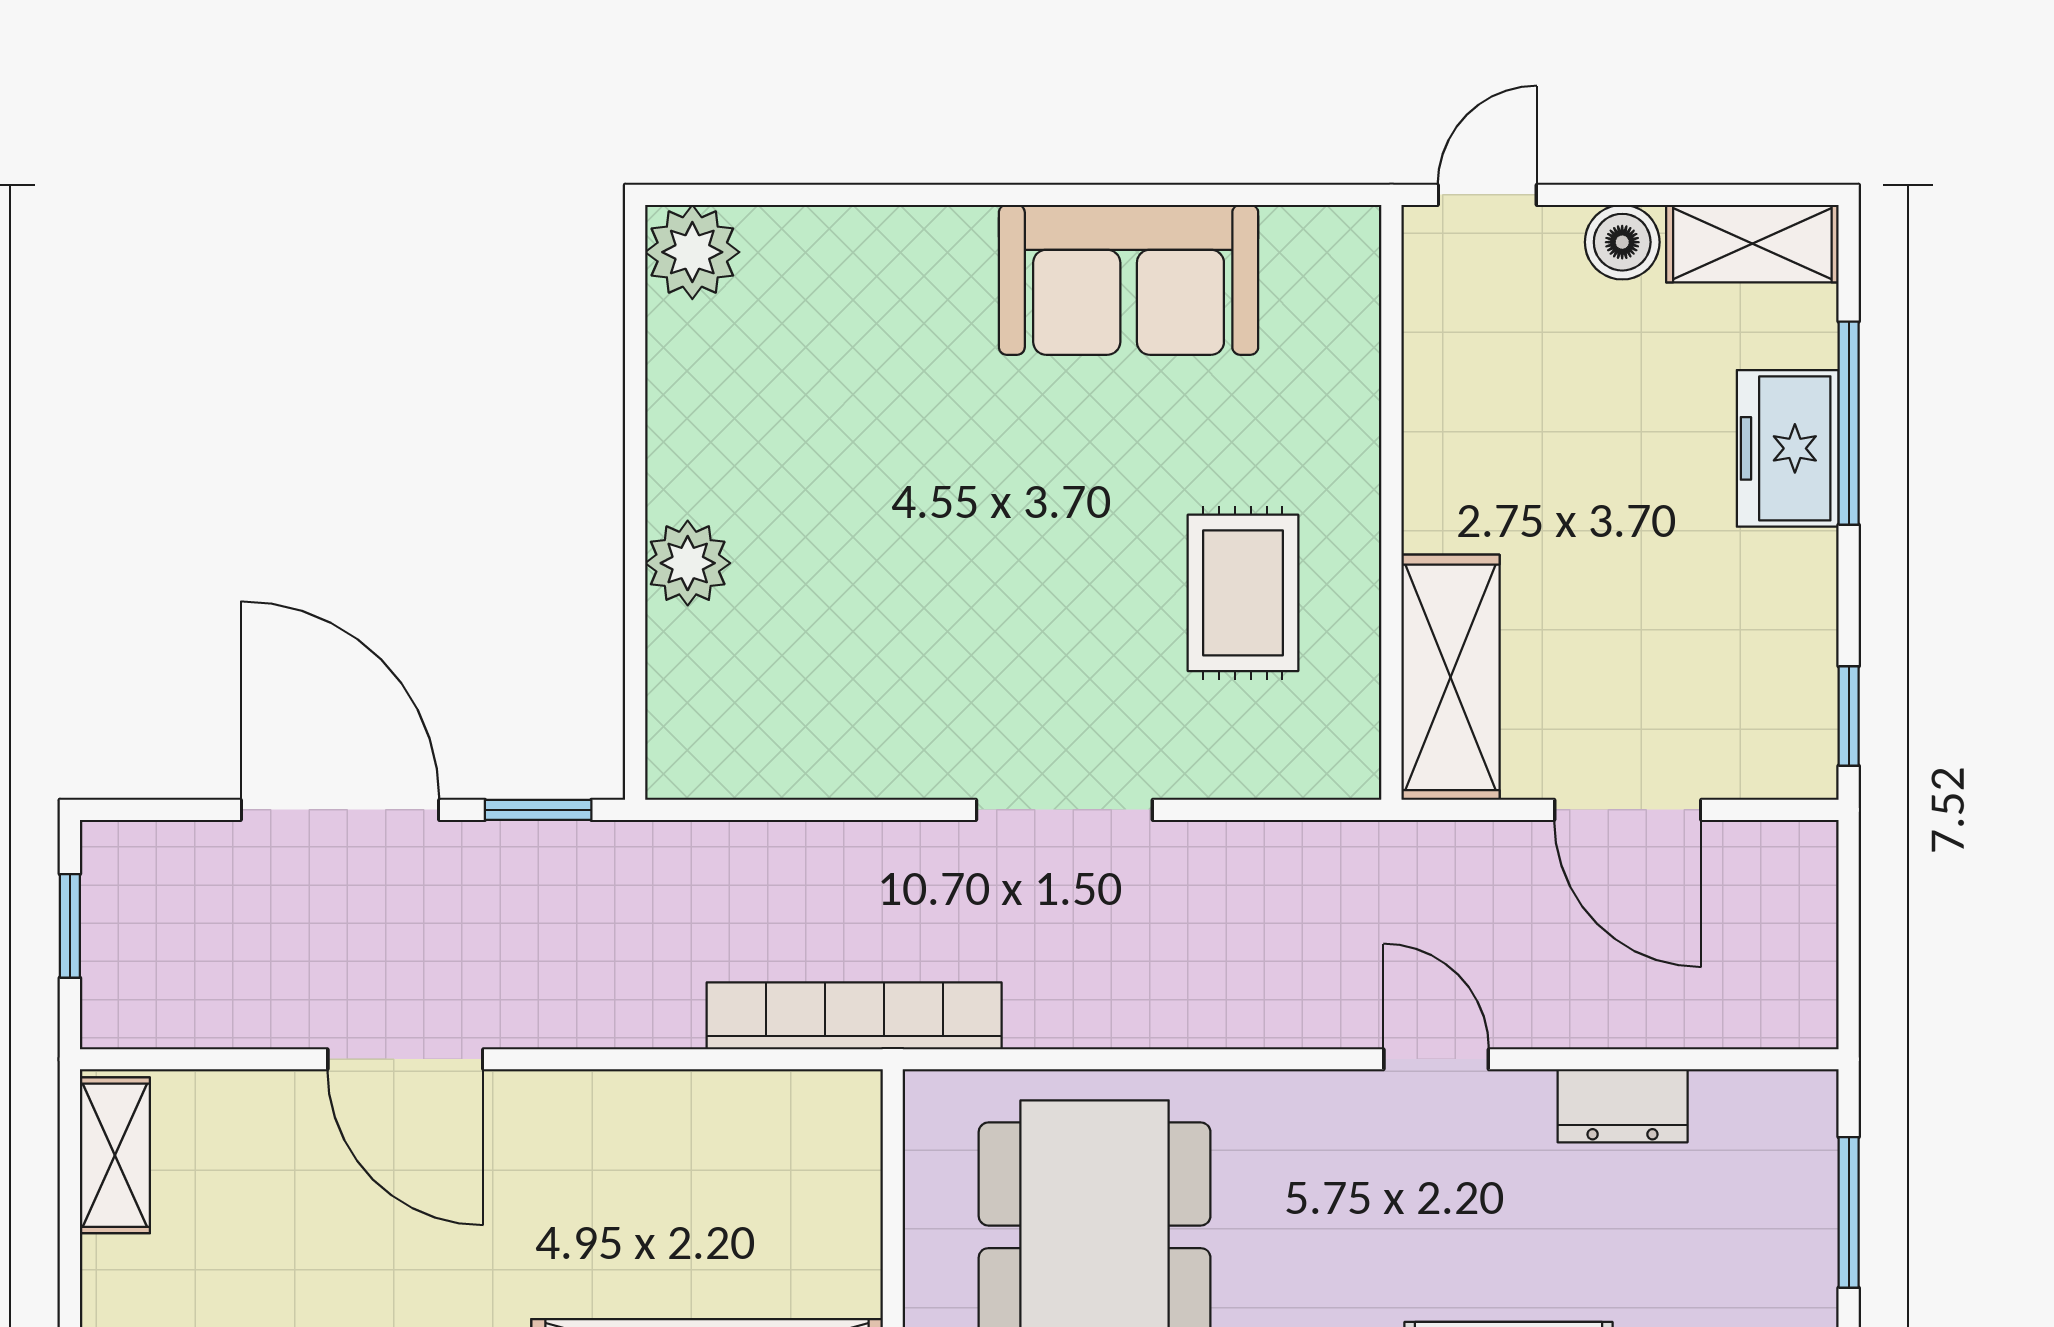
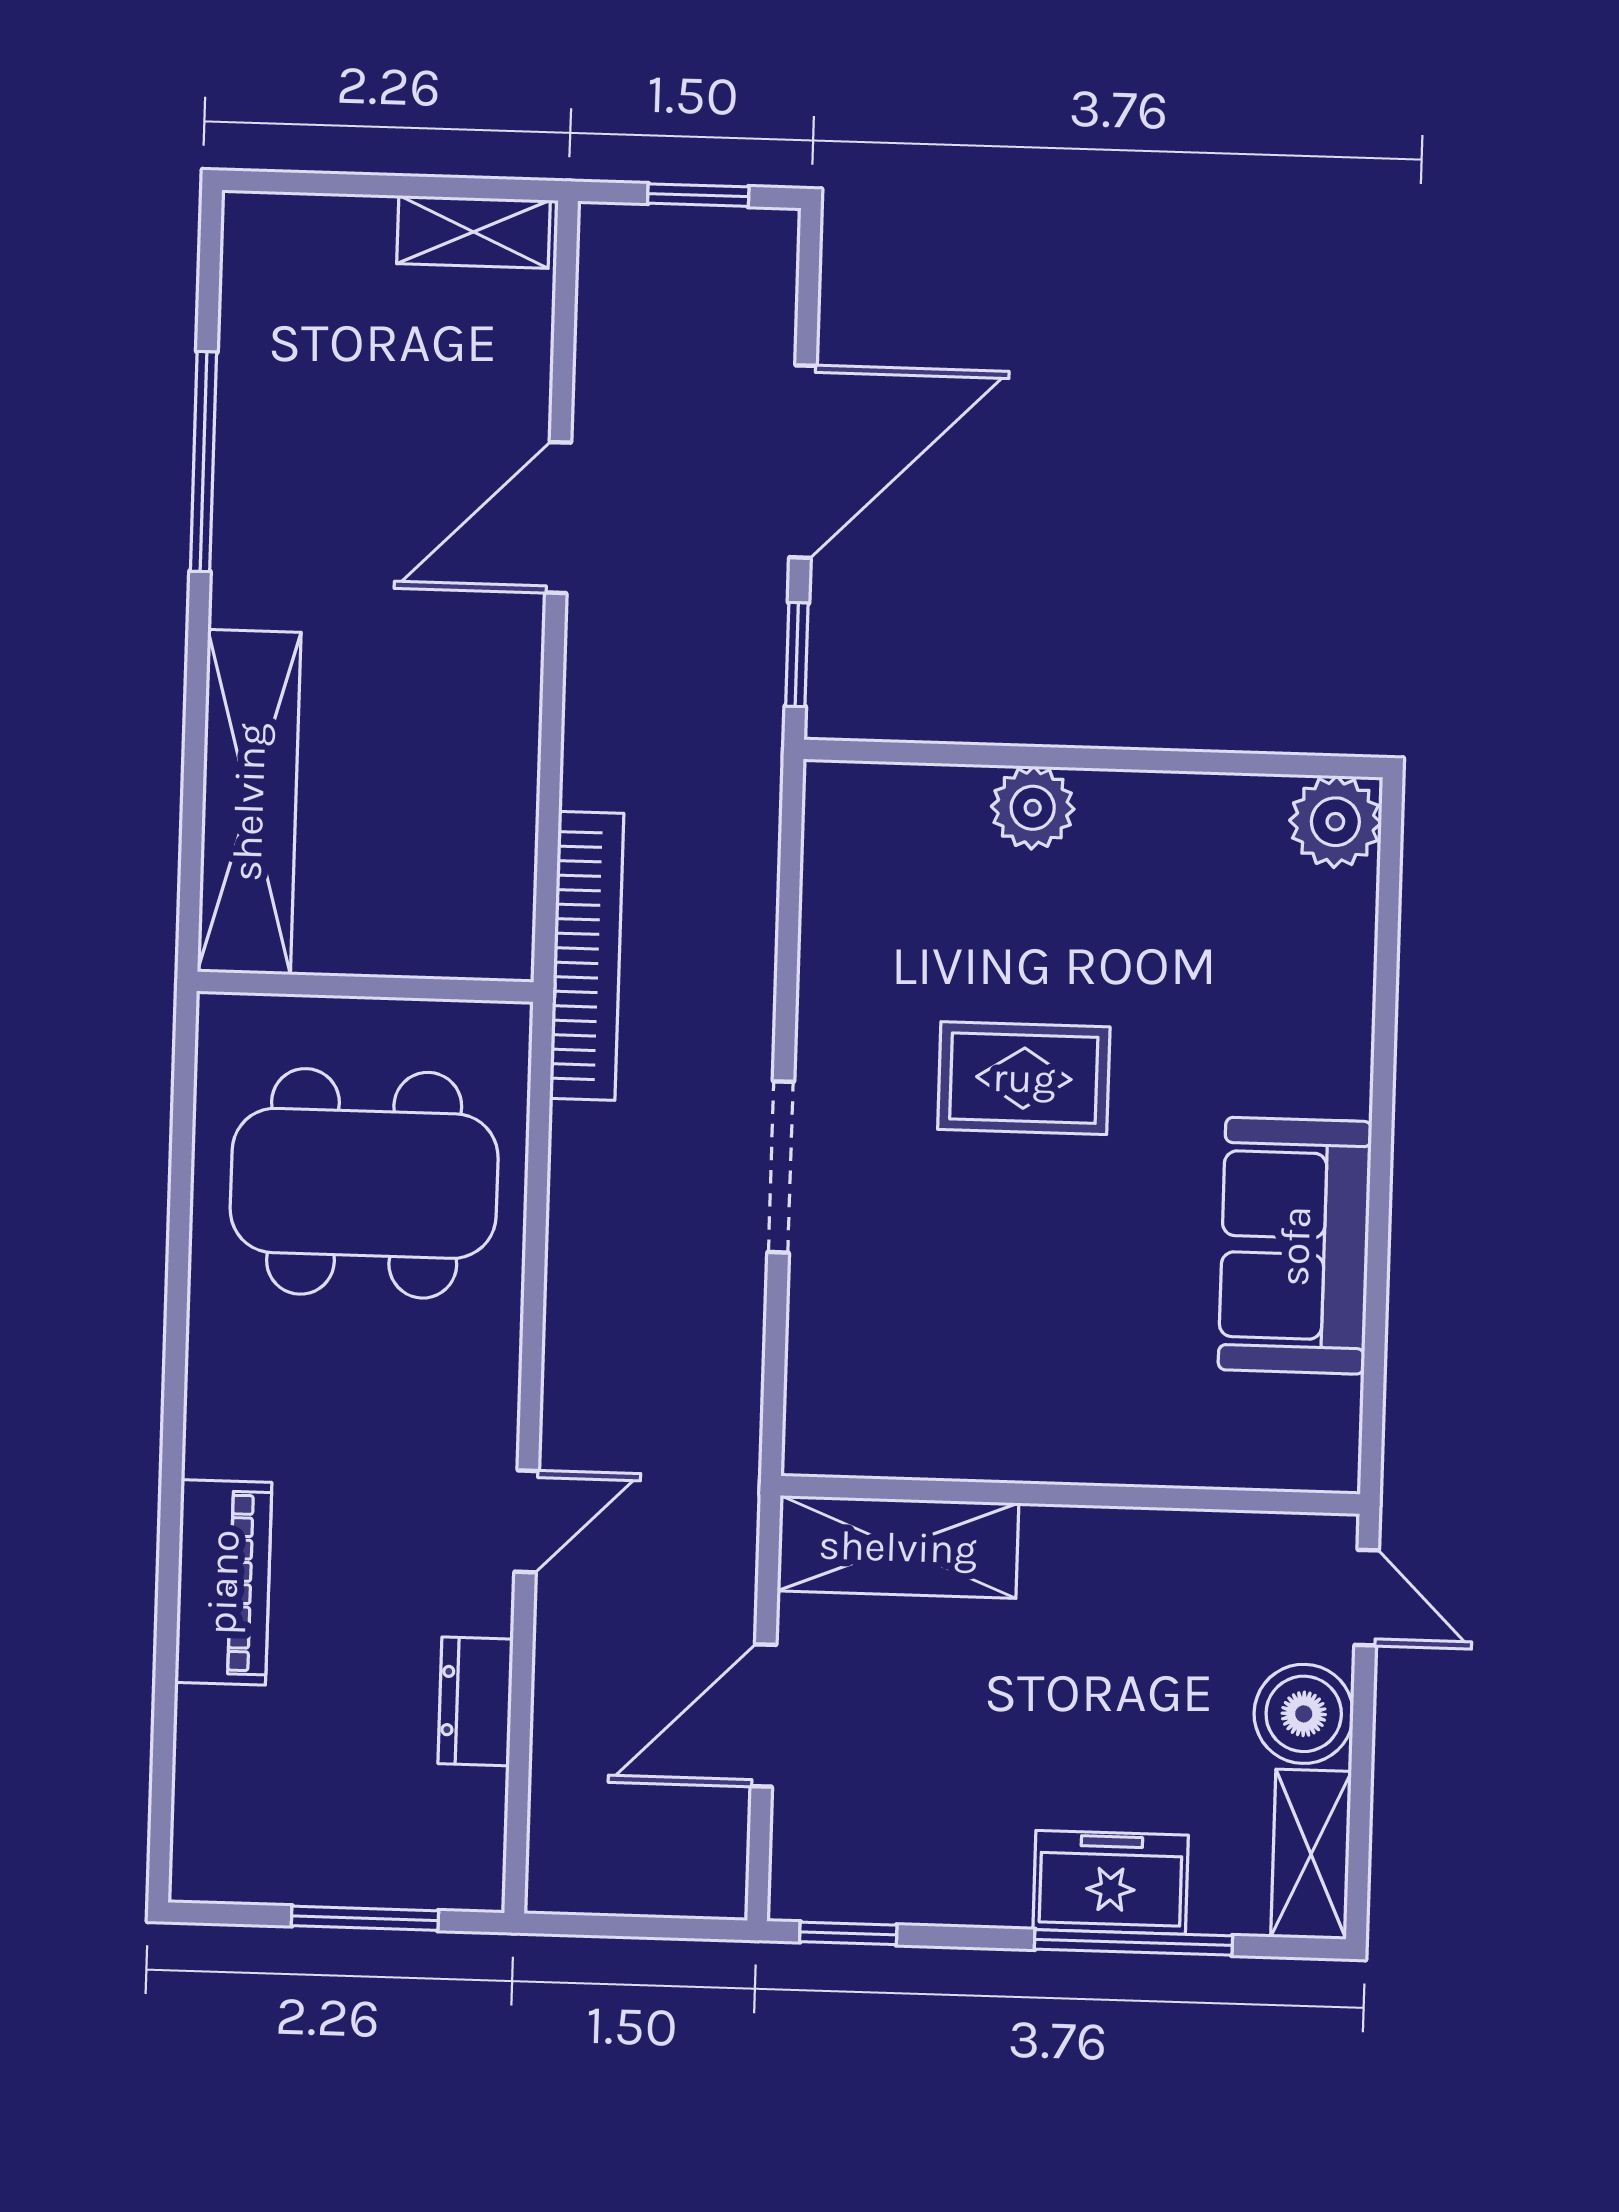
boiler: (1622, 242) -> (1304, 1714), width x1.36, depth x1.36
rug: (1243, 593) -> (1024, 1078), moved

